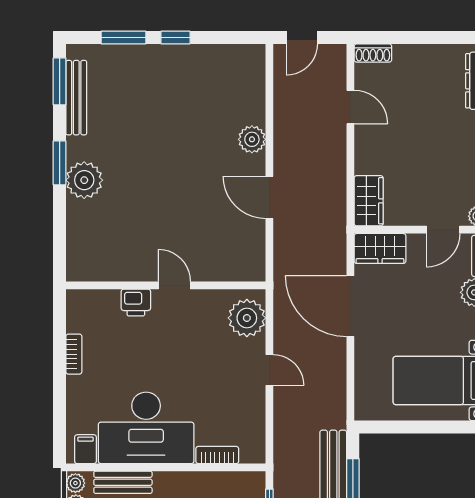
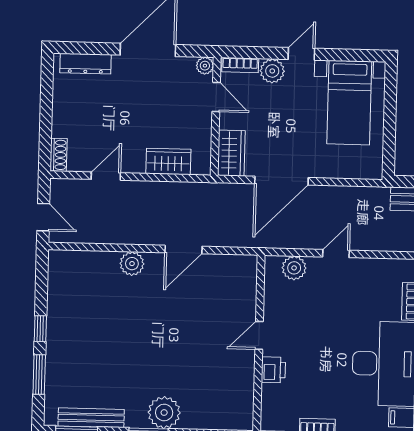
wardrobe: (369, 201) -> (168, 161), moved
plant: (247, 318) -> (294, 268), width x0.73, depth x0.73

